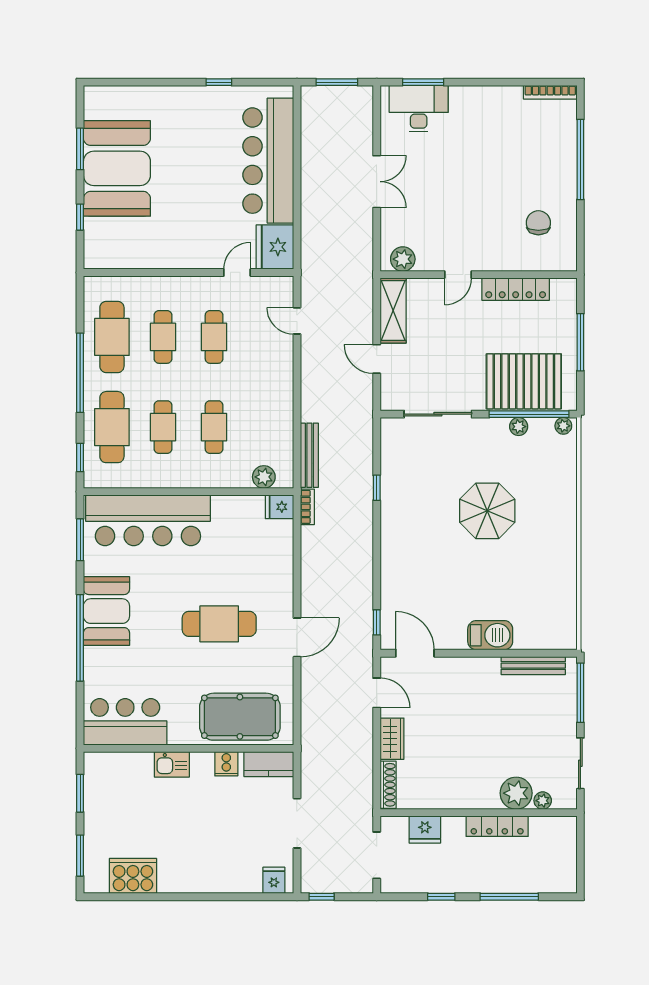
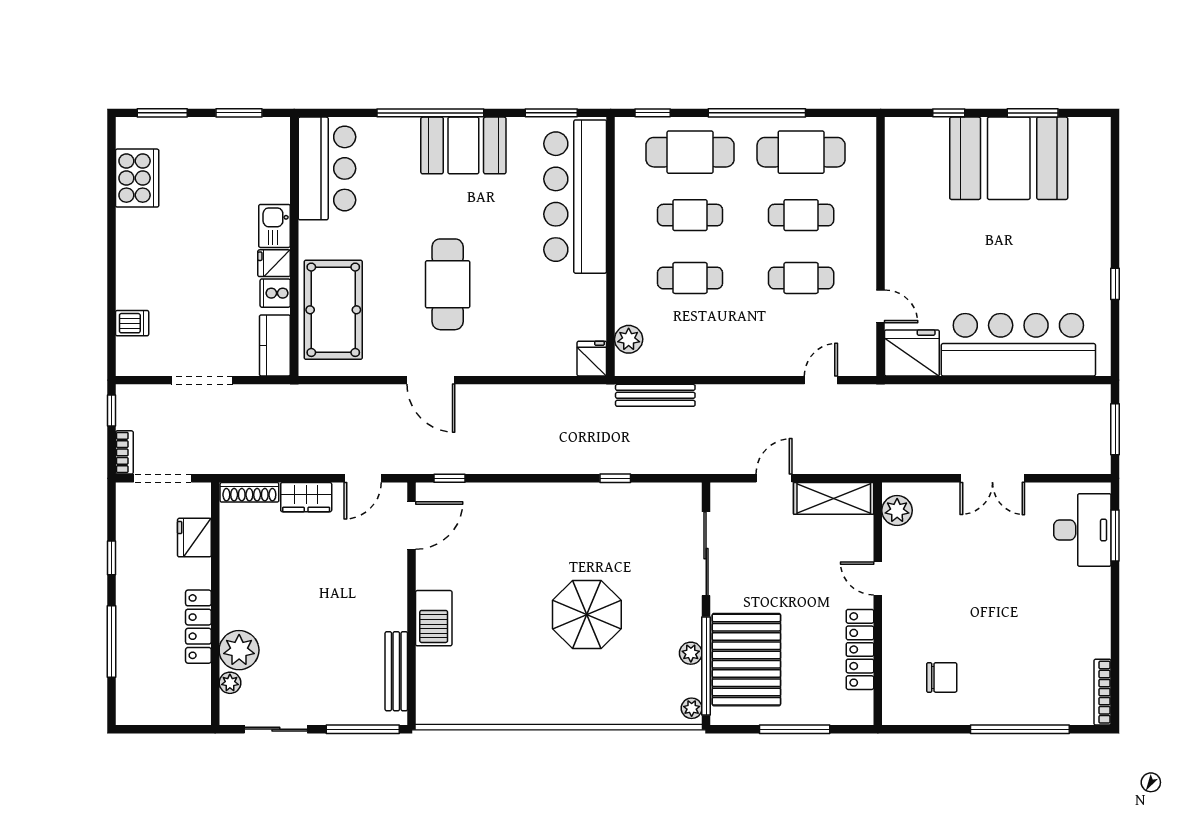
bookcase: (307, 507) -> (124, 452), moved, turned -90
dishwasher: (251, 880) -> (132, 323), added
fridge: (274, 880) -> (274, 263), moved, turned 180

